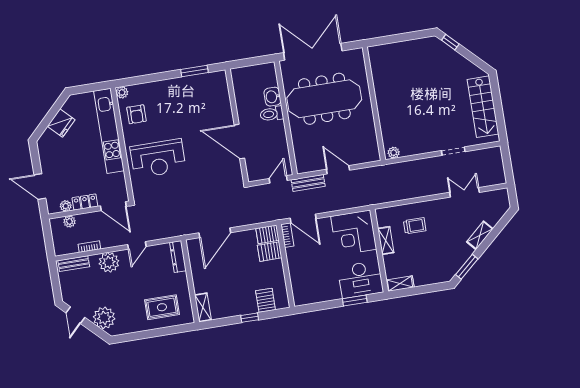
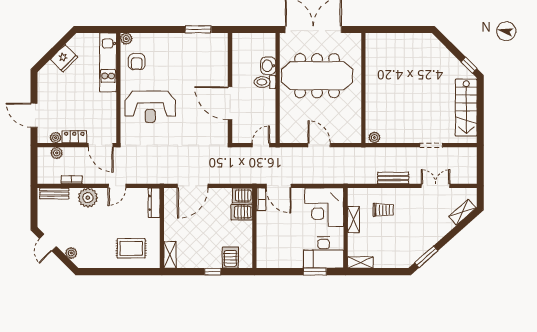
window: (450, 42) -> (469, 65), moved
kitchen unit: (109, 131) -> (108, 62), width x0.73
bench: (308, 183) -> (393, 178), moved
shelving: (480, 235) -> (462, 212), moved
plant: (104, 318) -> (71, 253), width x0.53, depth x0.53

